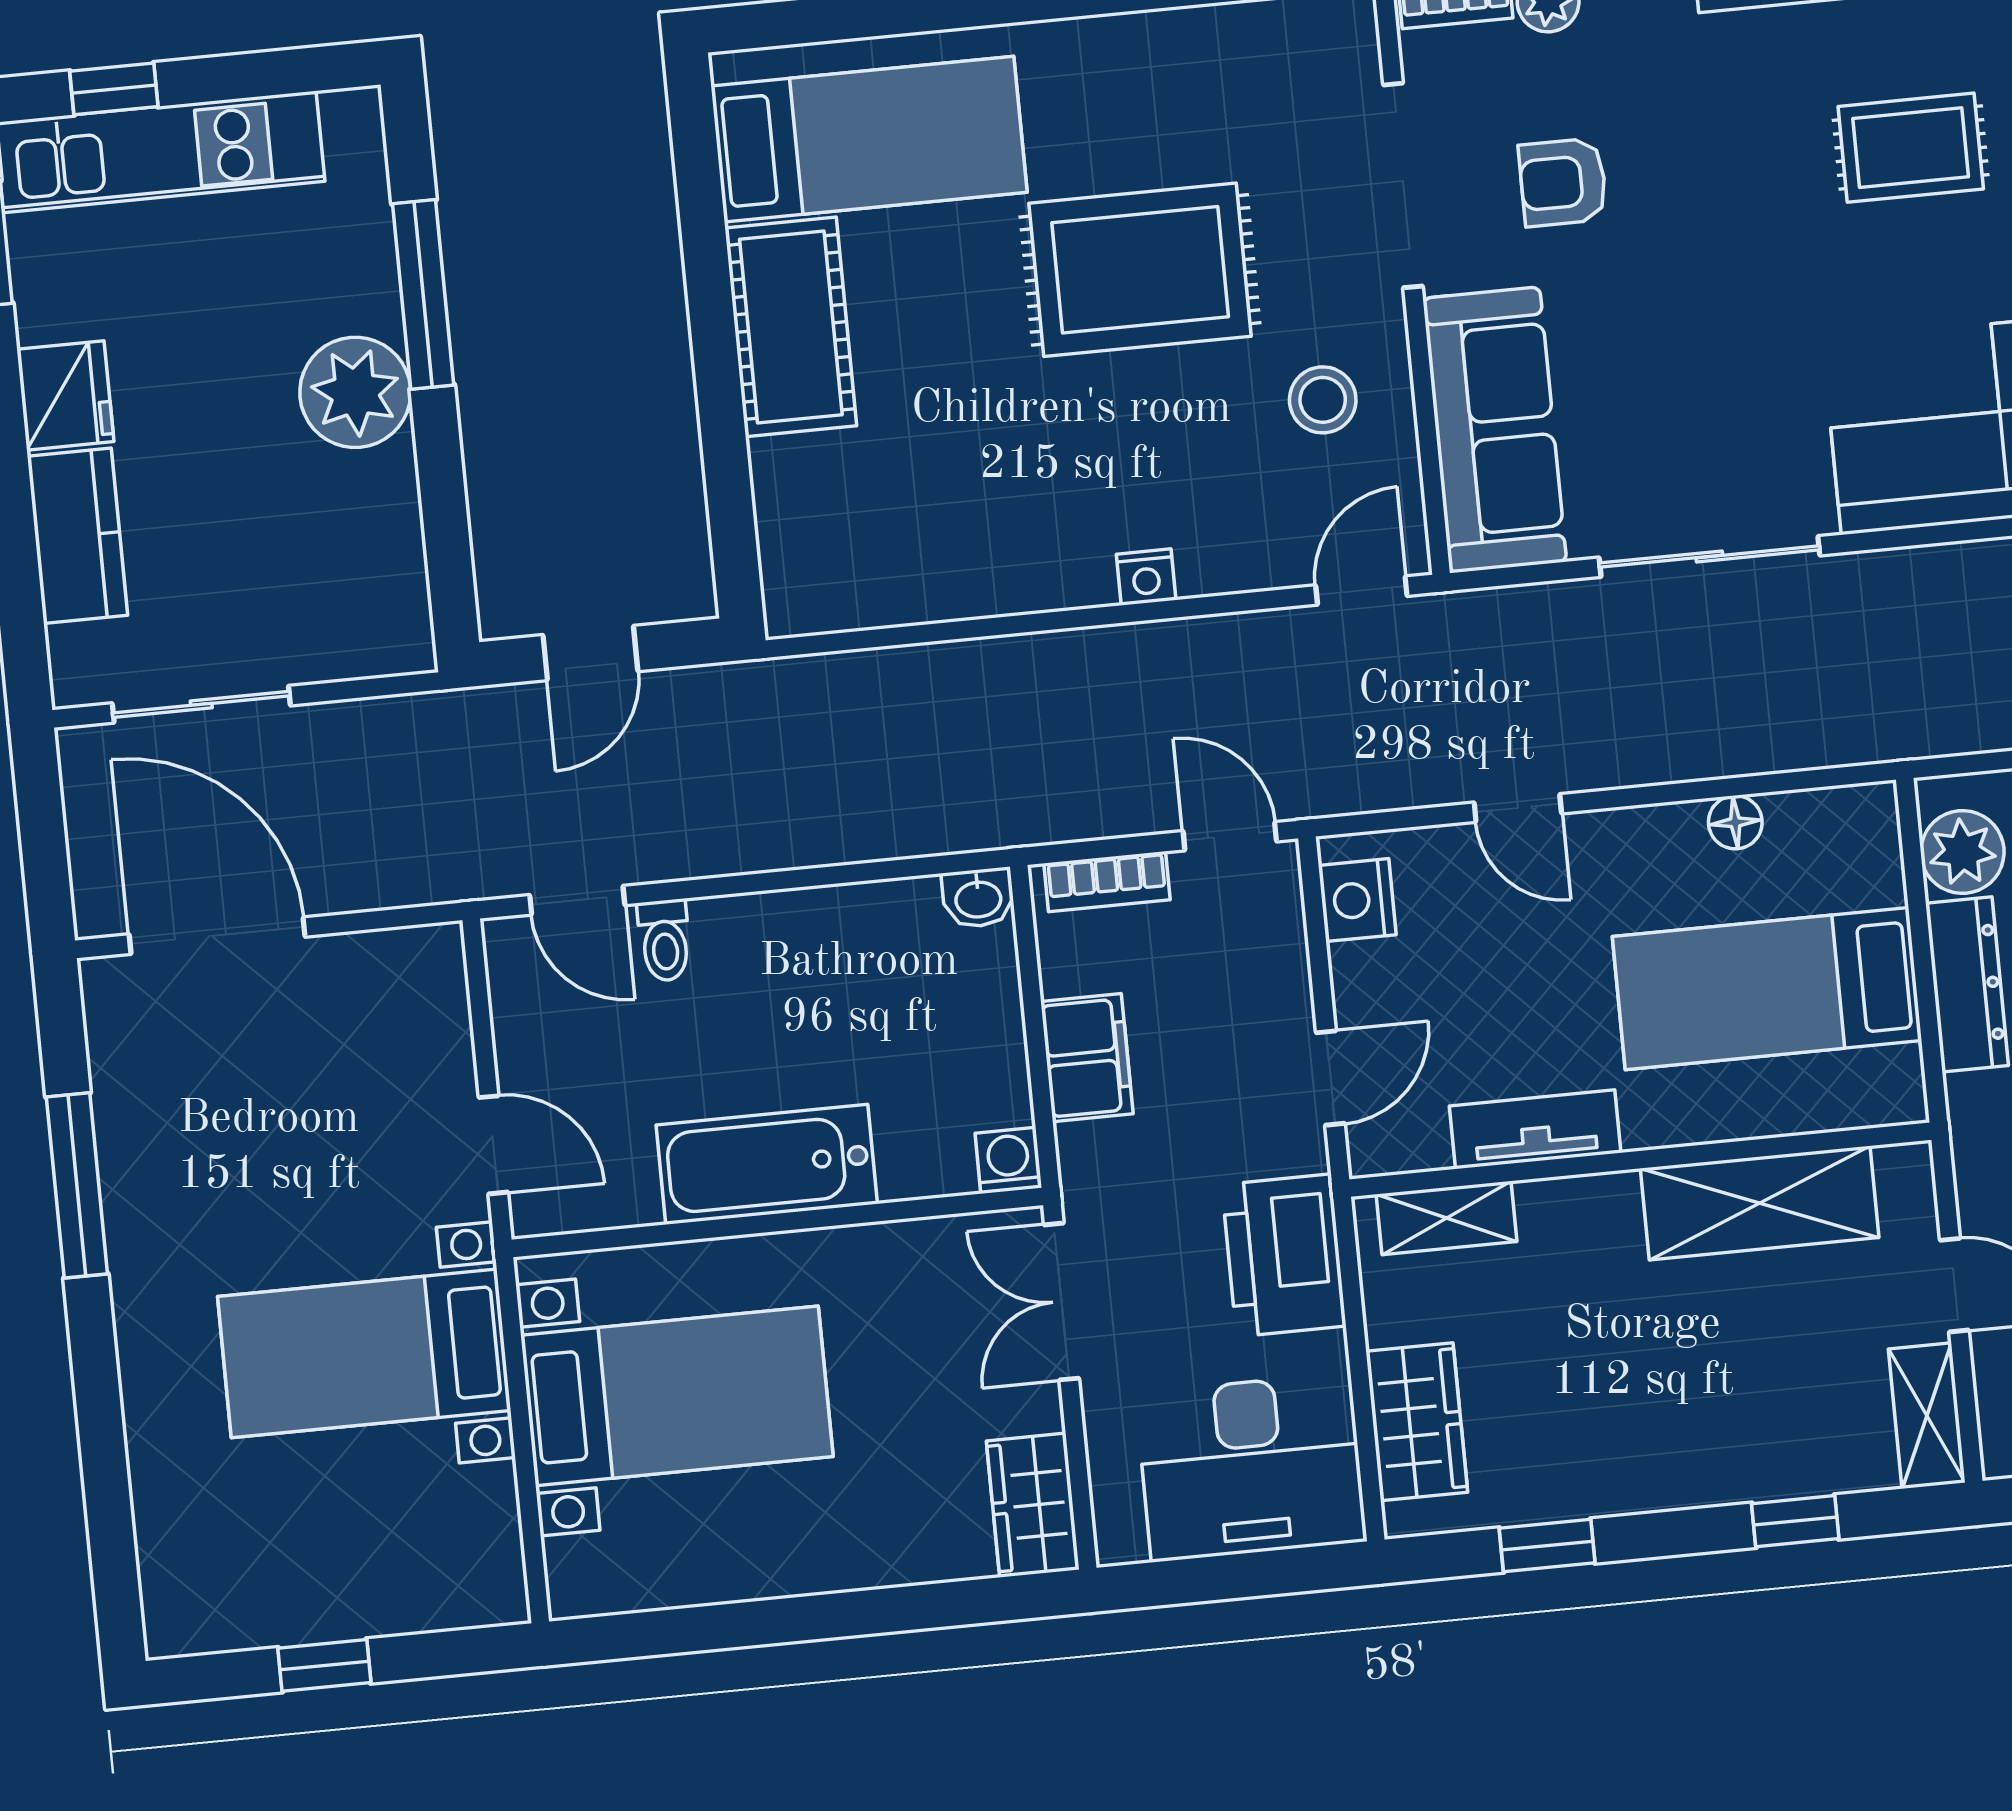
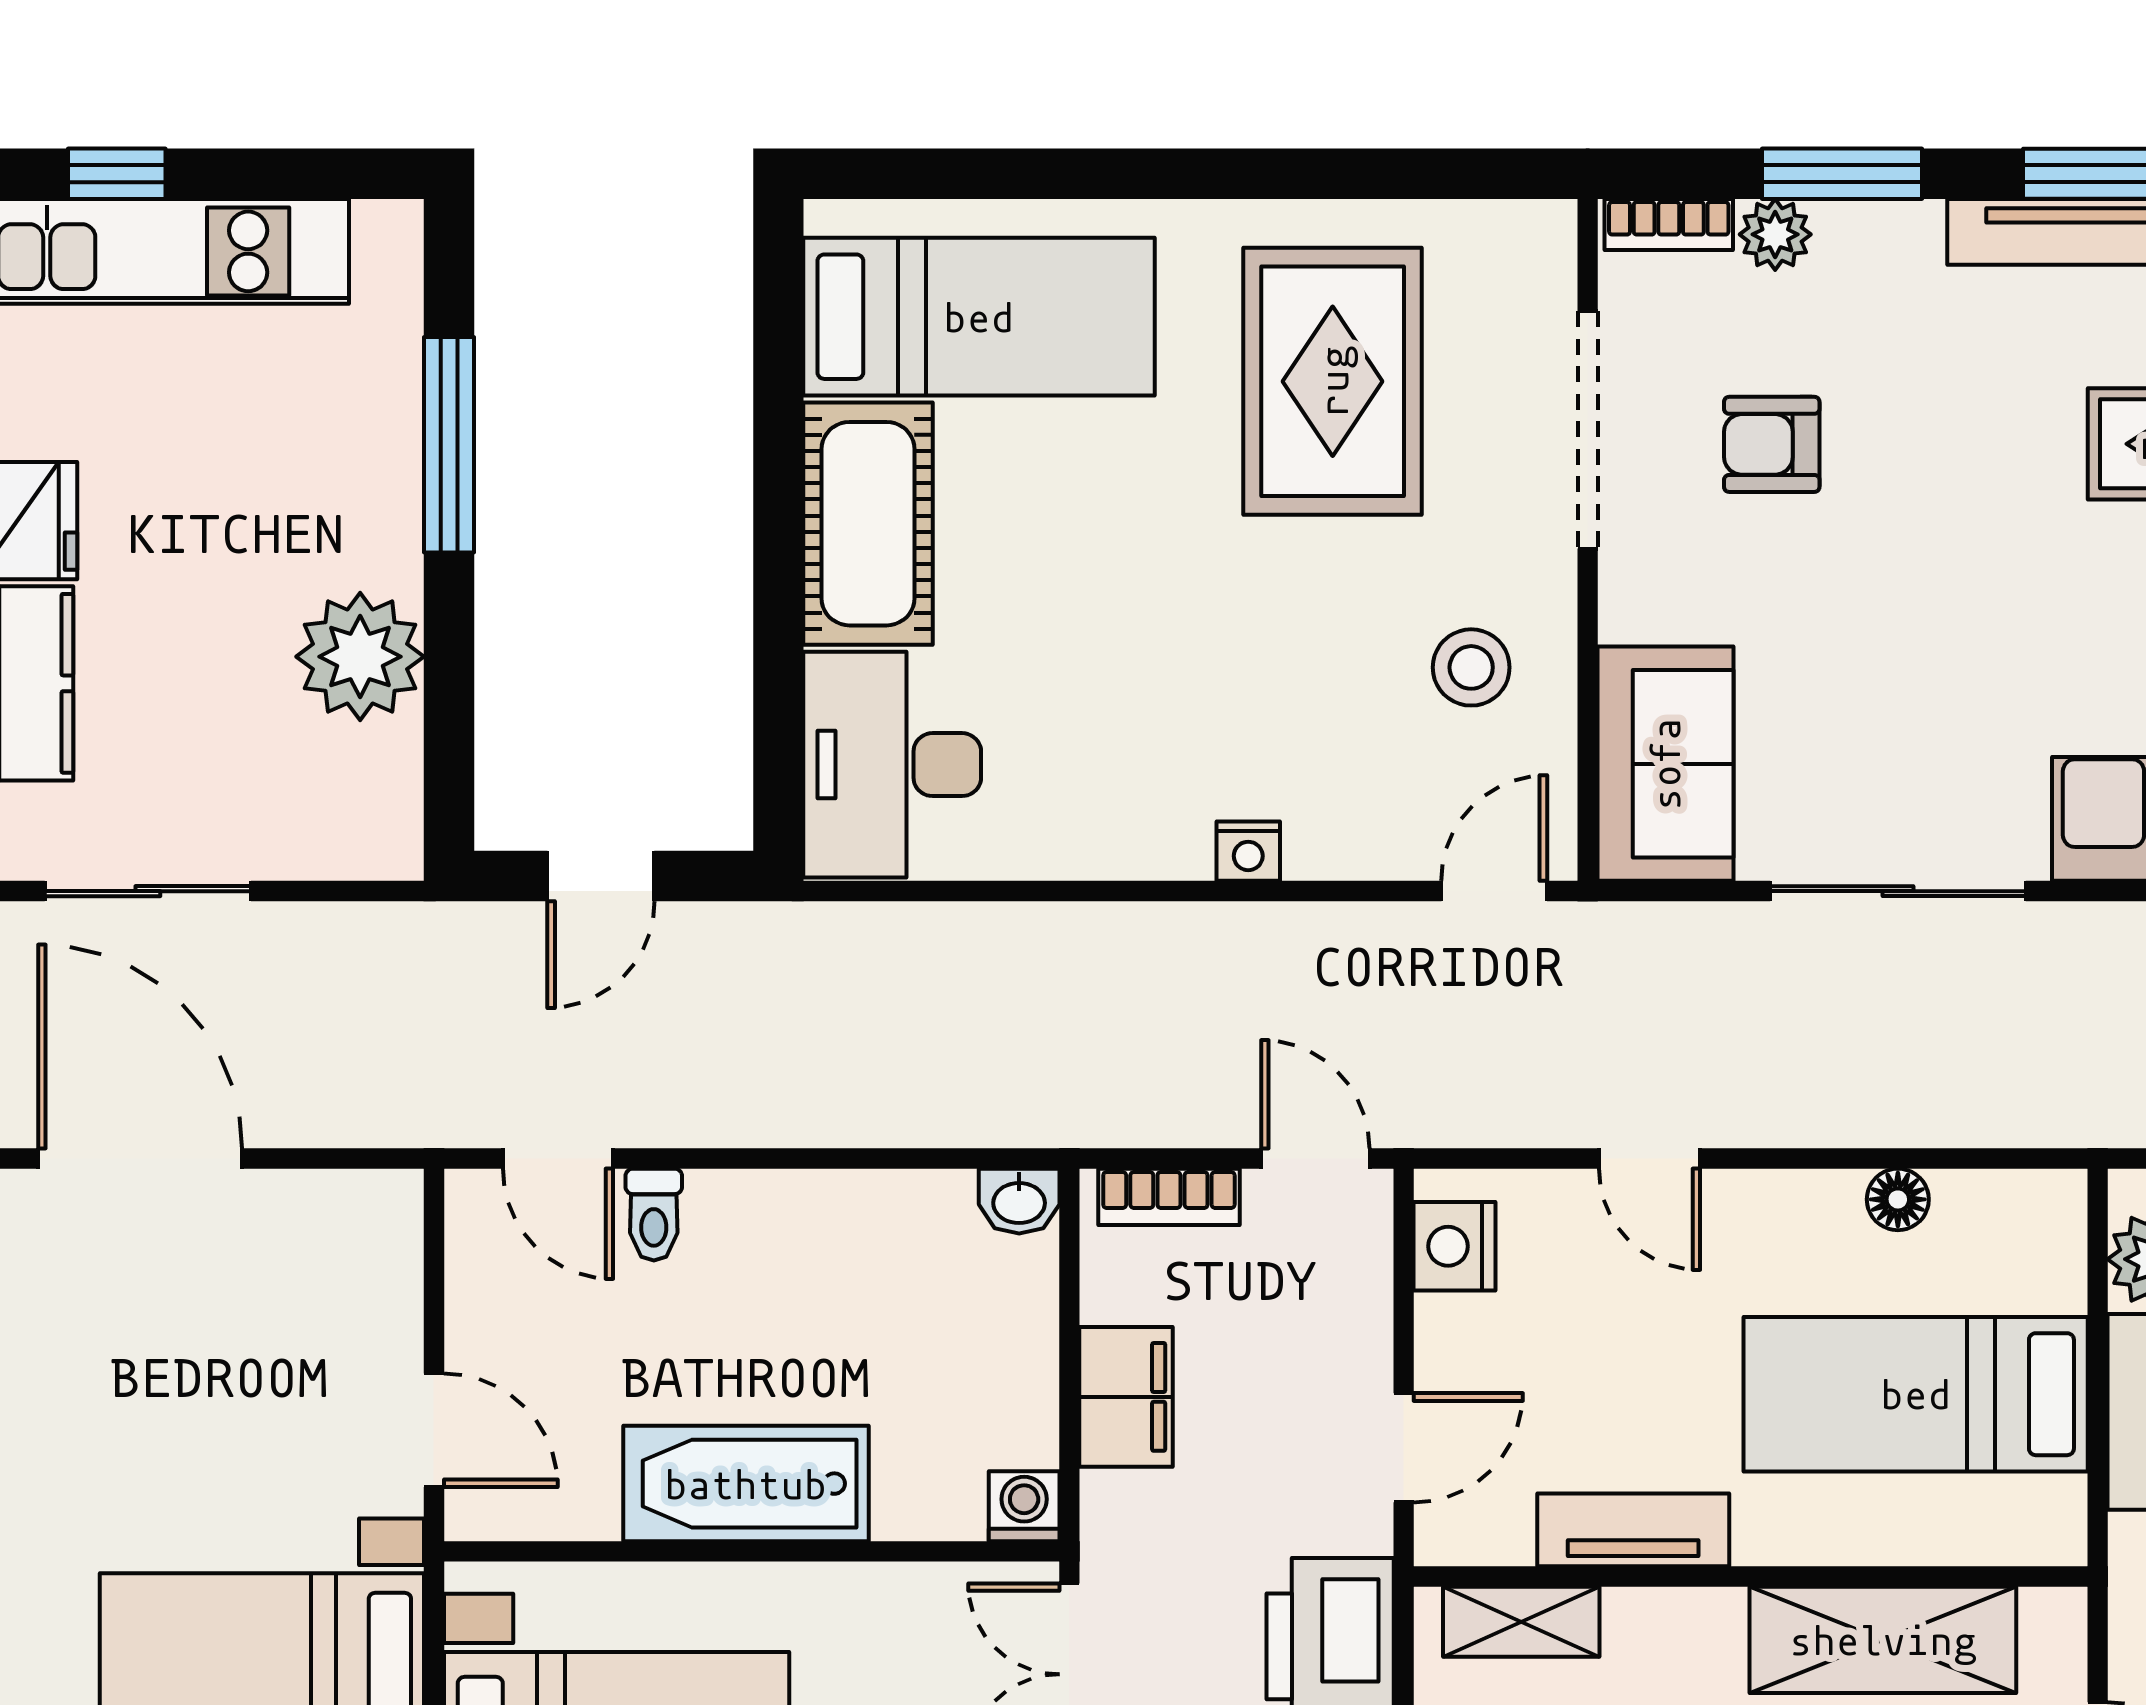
rug: (1140, 270) -> (1333, 381), moved, turned 90
plant: (355, 392) -> (360, 657), moved
sofa: (1495, 430) -> (1665, 764), width x0.73
desk: (832, 532) -> (892, 765), added

